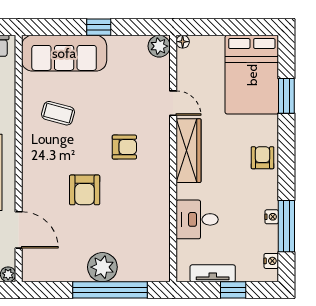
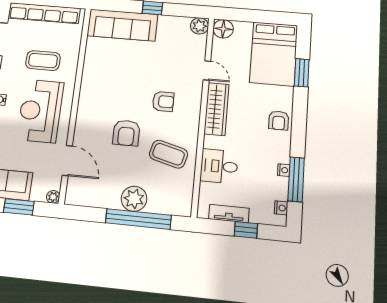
floor lamp: (183, 42) -> (223, 29), width x1.89, depth x1.89
coffee table: (58, 113) -> (169, 154), moved, width x1.36, depth x1.30
armchair: (263, 158) -> (279, 120), turned 180

